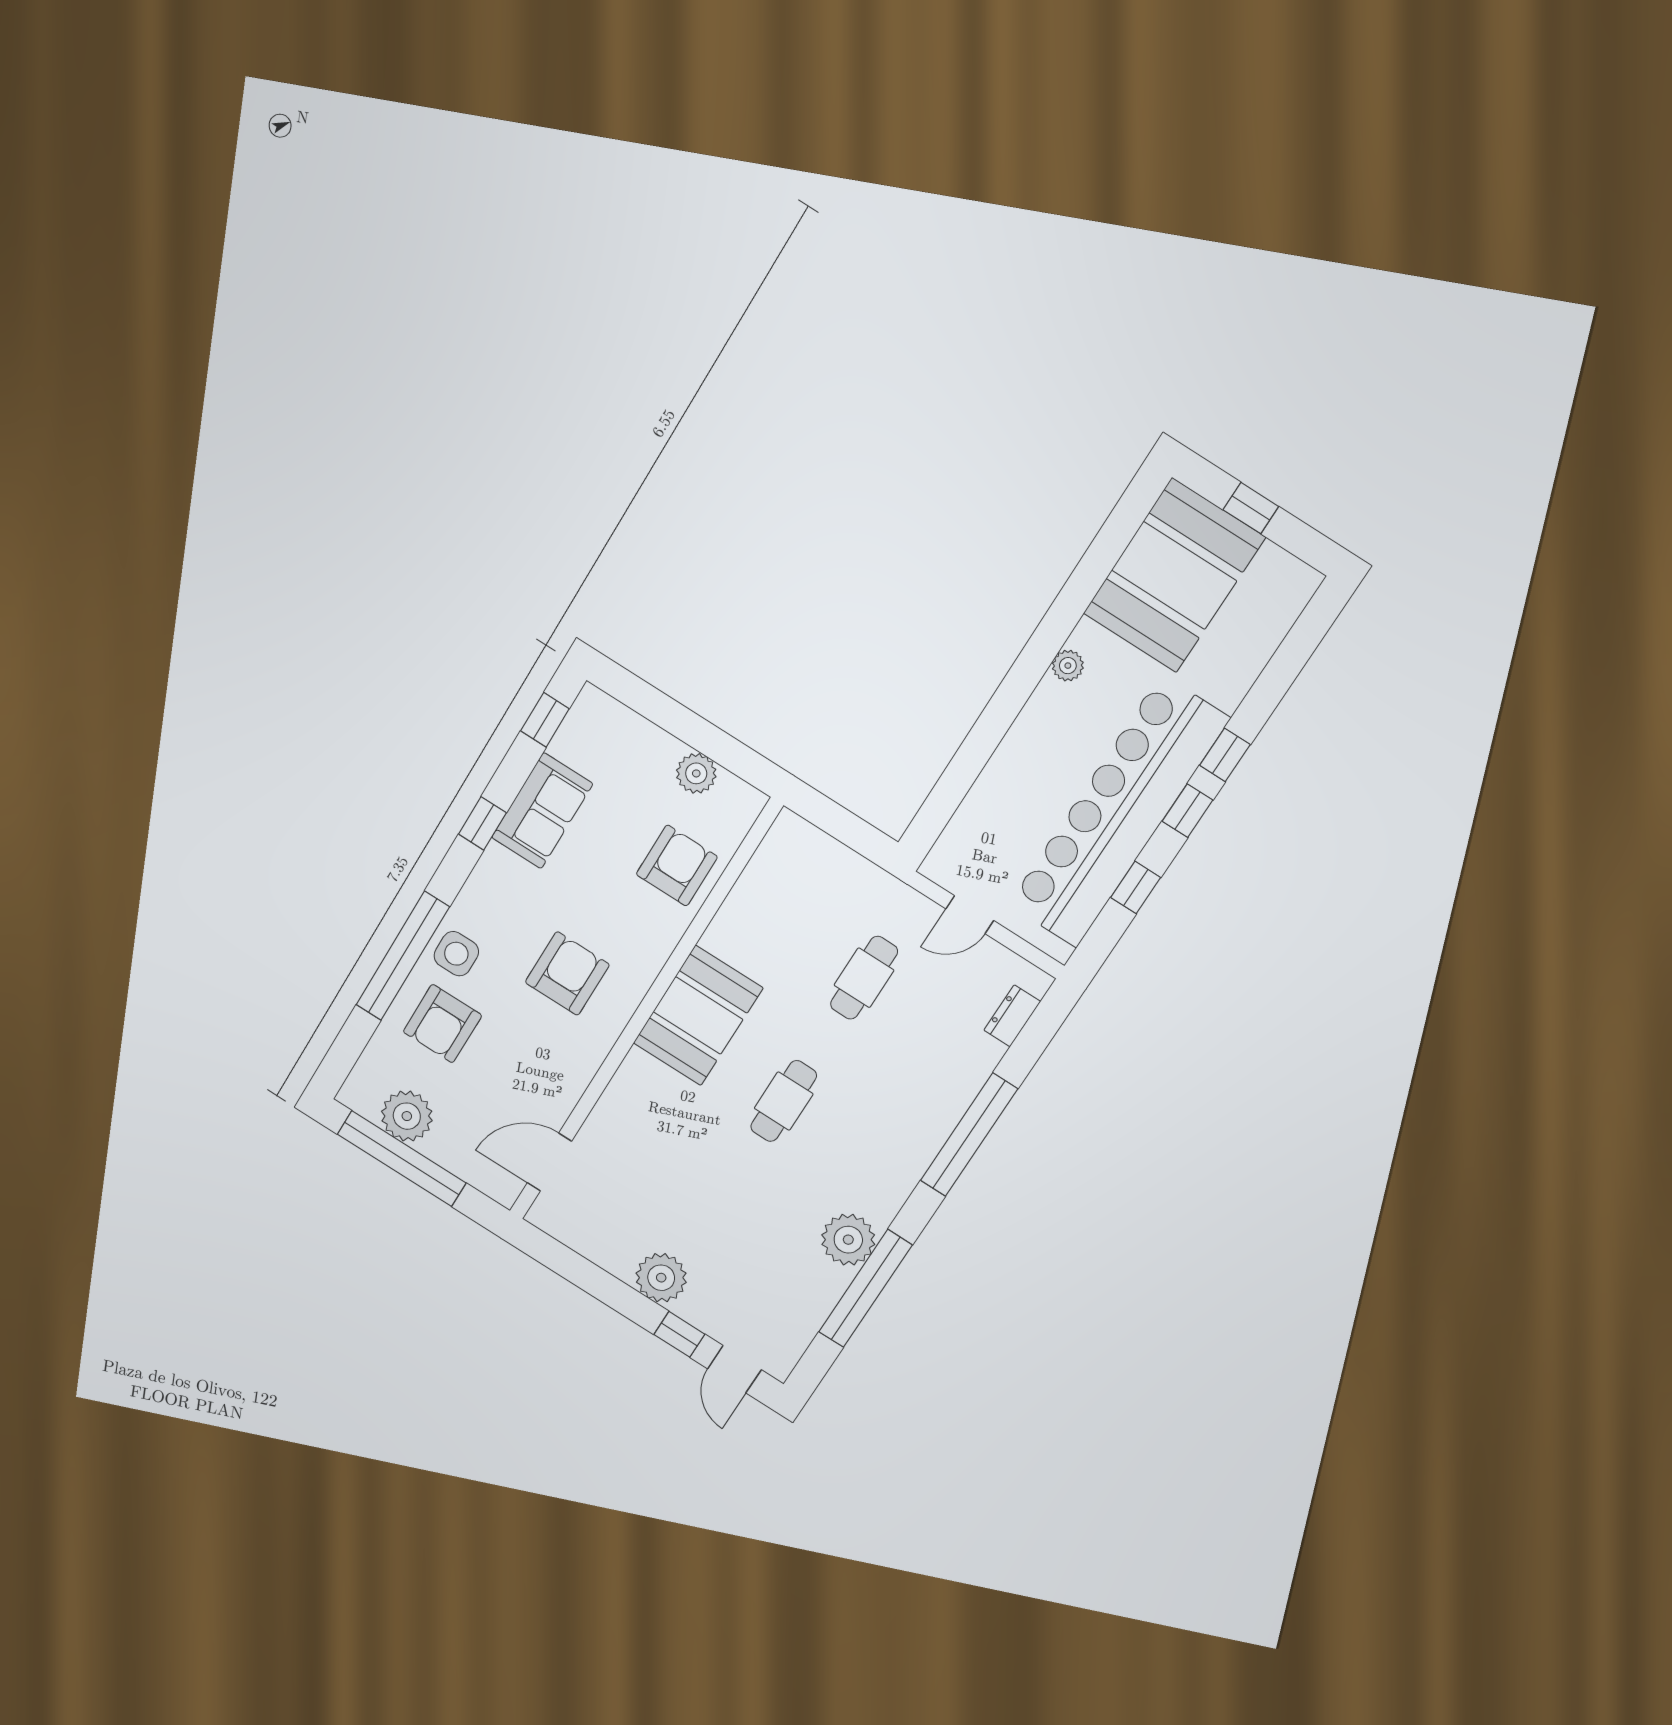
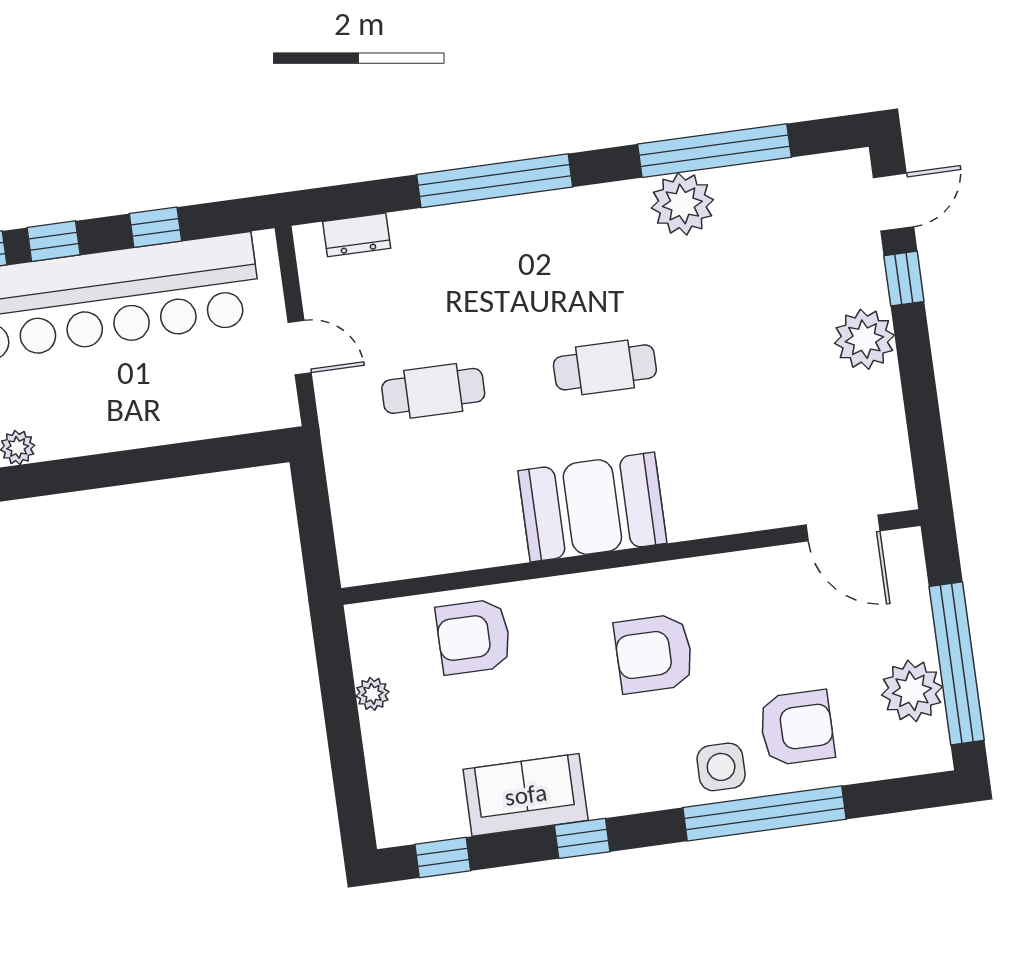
plant: (696, 773) -> (372, 694), width x0.73, depth x0.73

